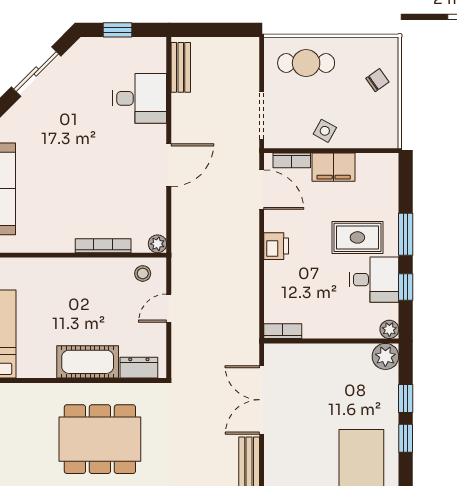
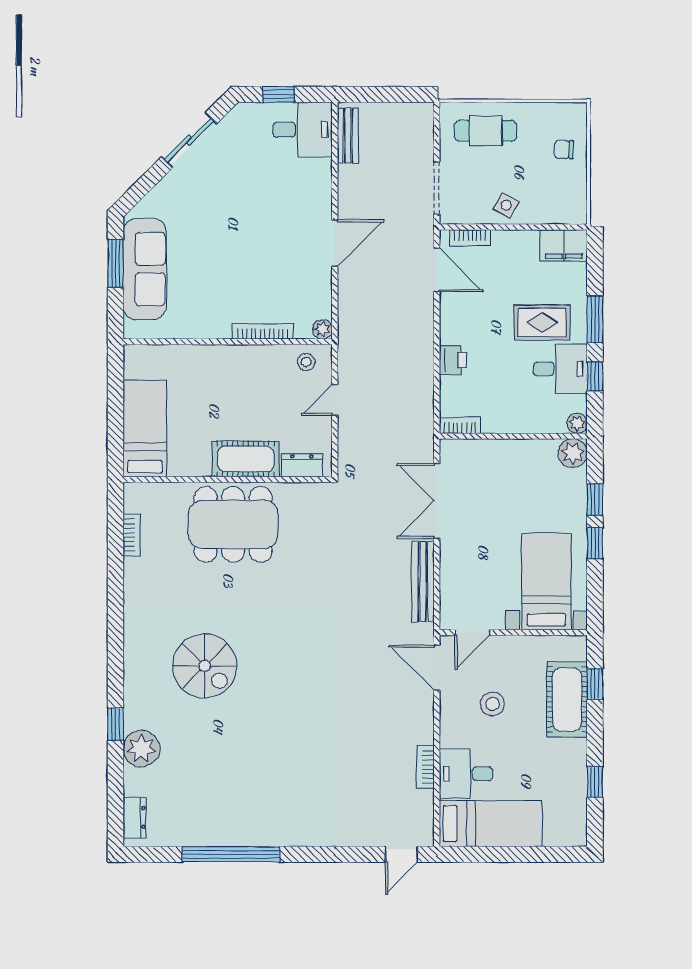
chair: (377, 80) -> (564, 150), turned -145
desk: (139, 98) -> (303, 130), moved
filing cabinet: (334, 167) -> (564, 245), moved
printer: (276, 246) -> (453, 360), moved
dining table: (100, 439) -> (233, 524), moved

